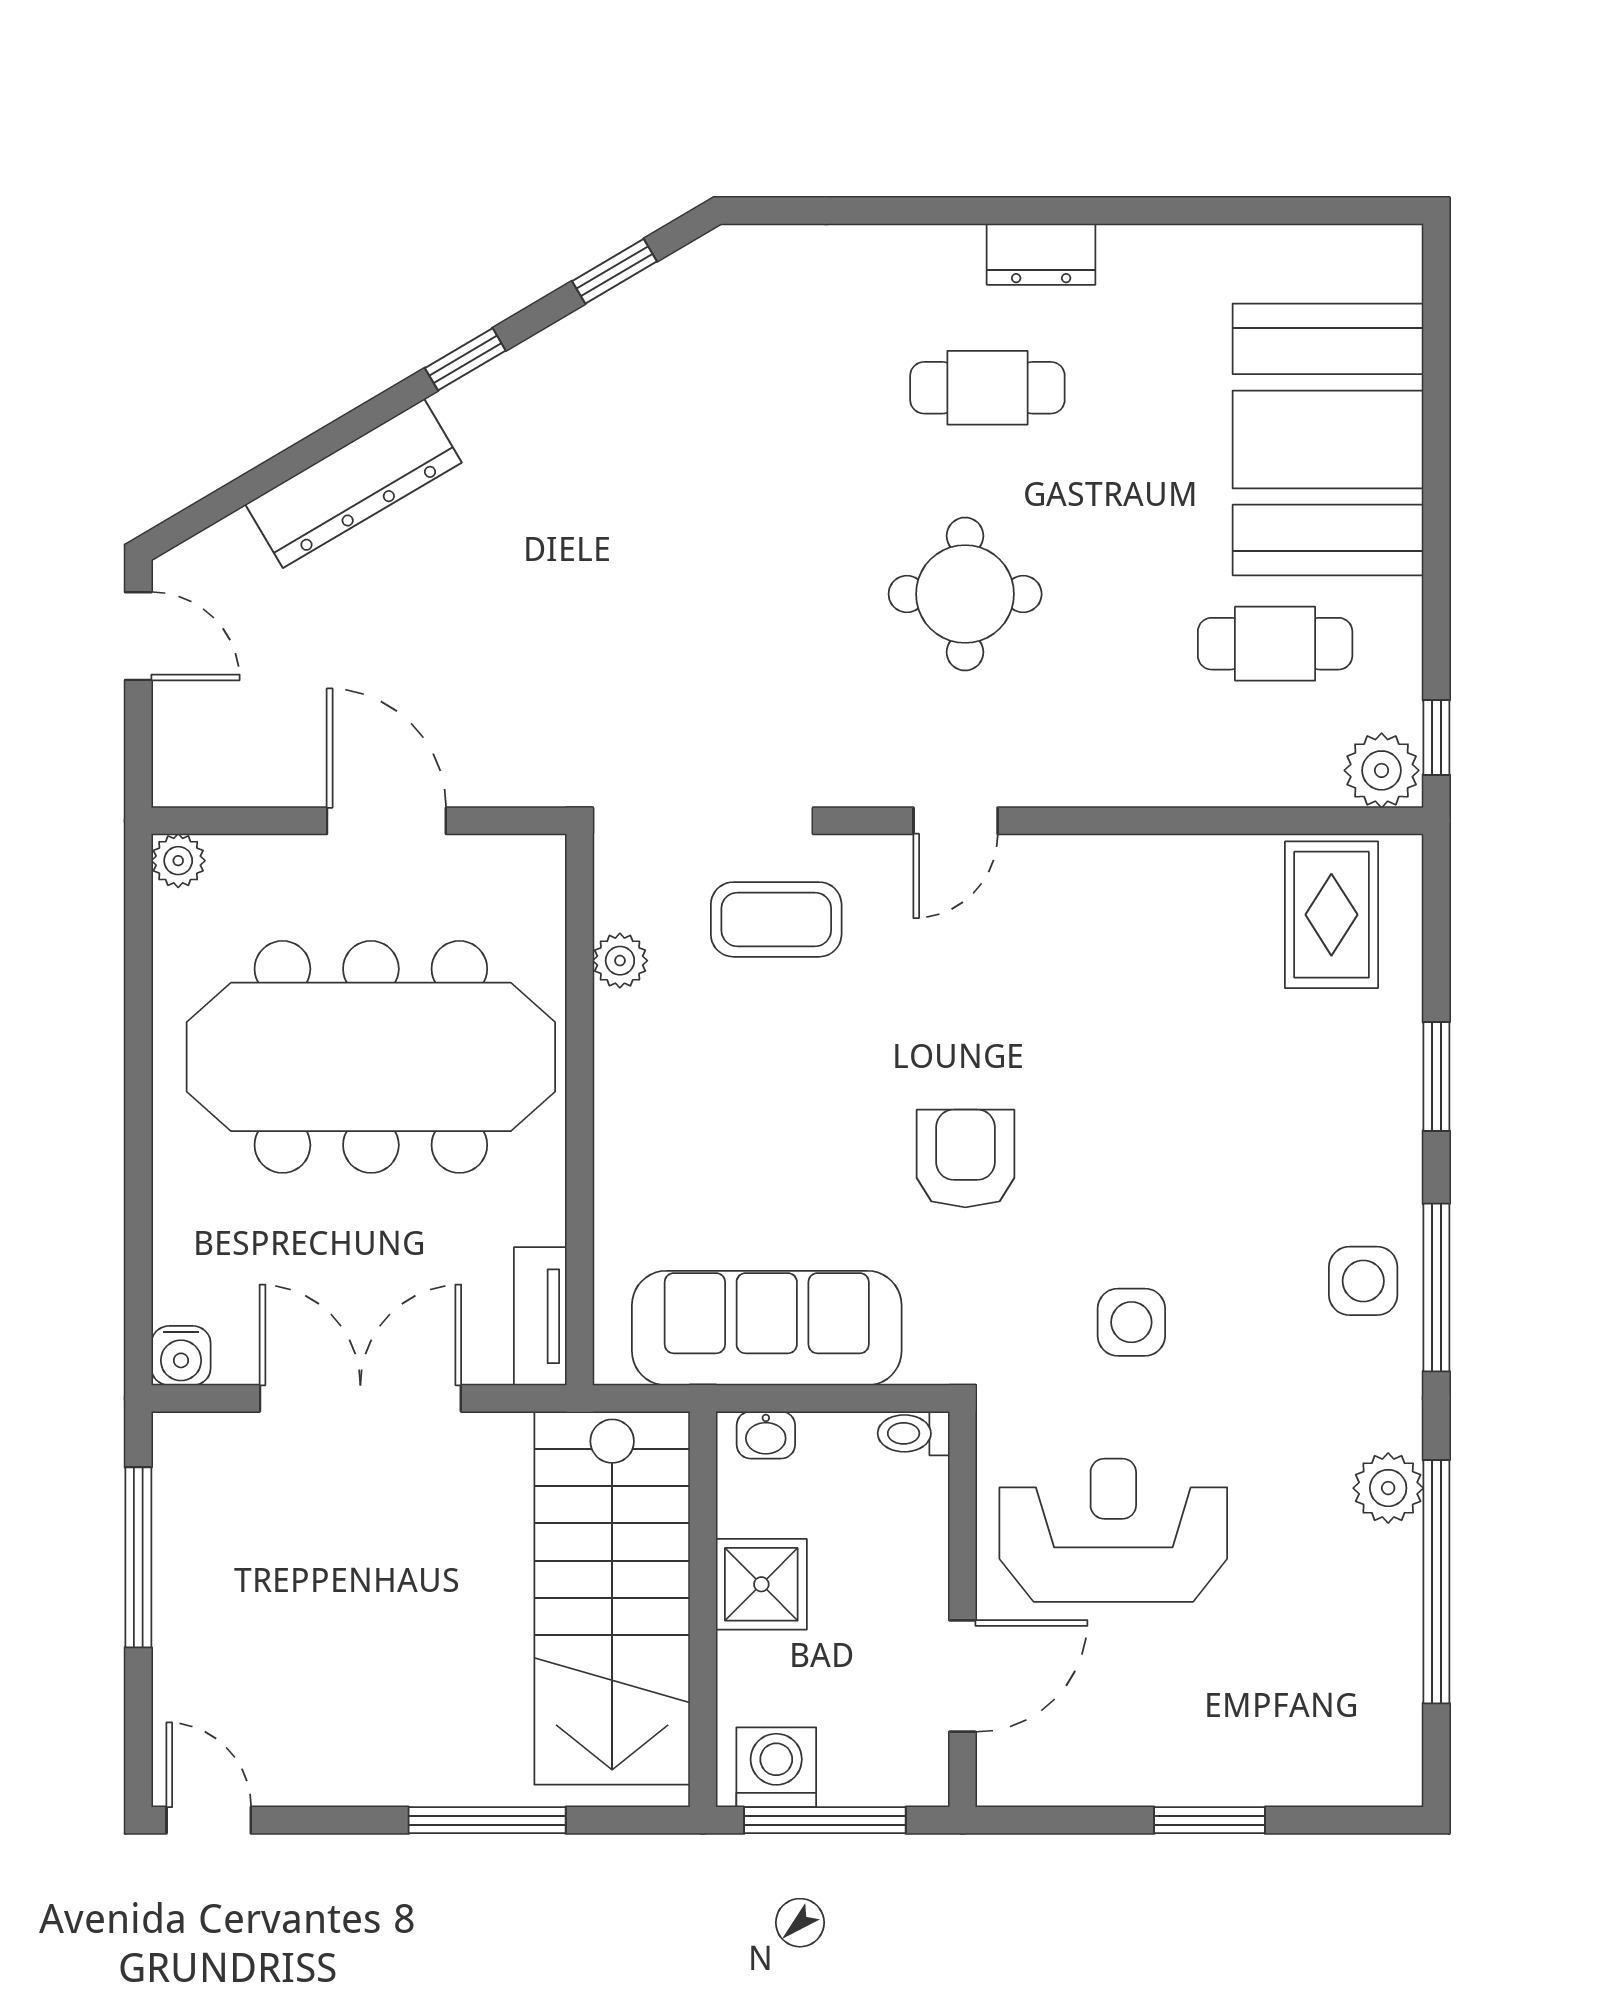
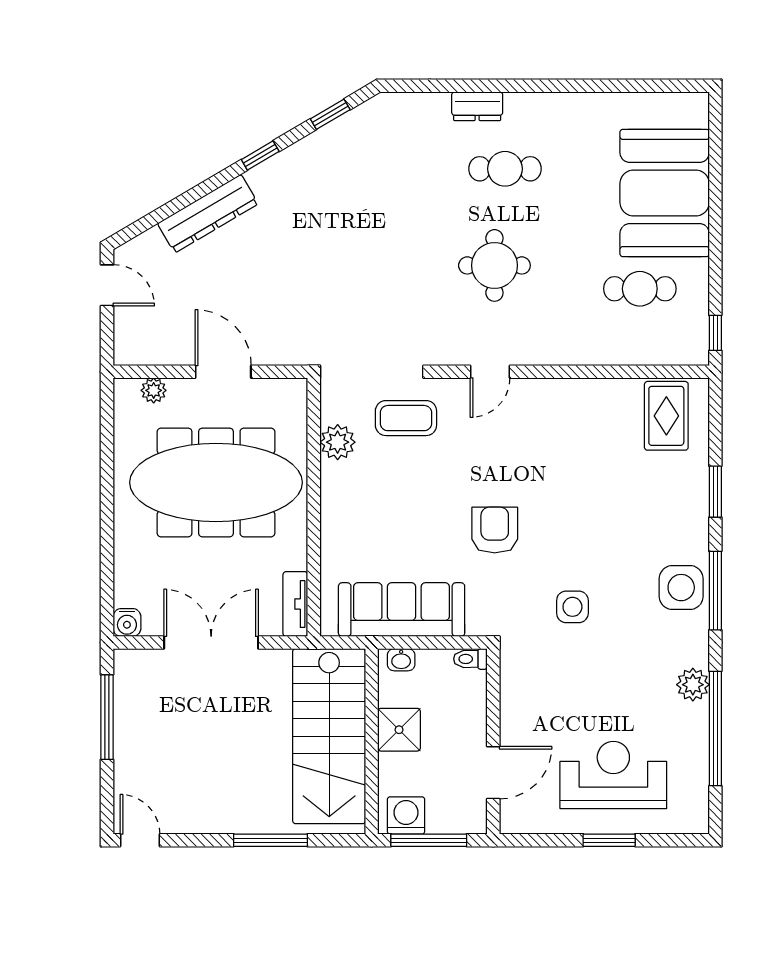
dresser: (1041, 254) -> (477, 106), moved
plant: (1382, 770) -> (690, 348), removed
plant: (178, 861) -> (154, 390), moved
plant: (620, 961) -> (338, 442), width x1.38, depth x1.38
side table: (1363, 1281) -> (681, 588), width x1.37, depth x1.37
reception desk: (1113, 1530) -> (613, 775), moved

